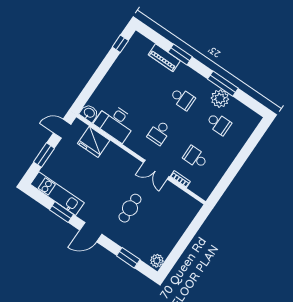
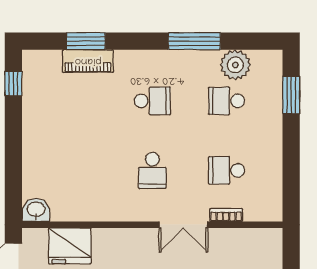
window: (180, 54) -> (86, 41), moved
plant: (220, 99) -> (235, 65), moved
desk: (115, 122) -> (81, 198), removed
school desk: (219, 124) -> (227, 101), turned 180
window: (252, 142) -> (291, 95), added

